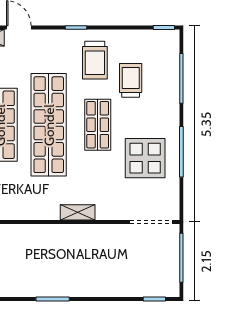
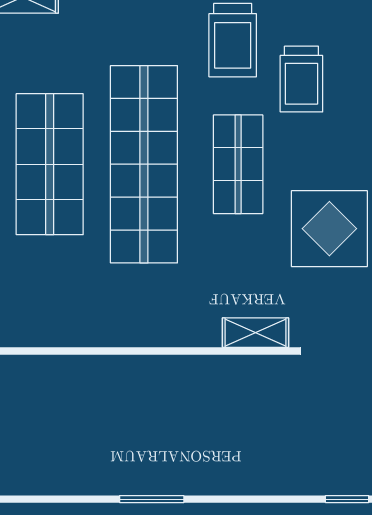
trolley: (131, 80) -> (301, 79), turned 180
shelving: (78, 212) -> (256, 333), moved

